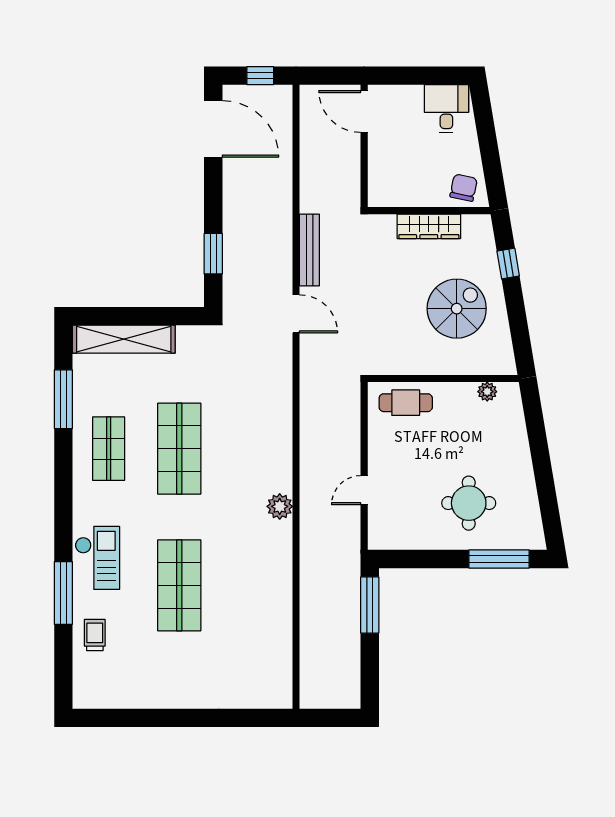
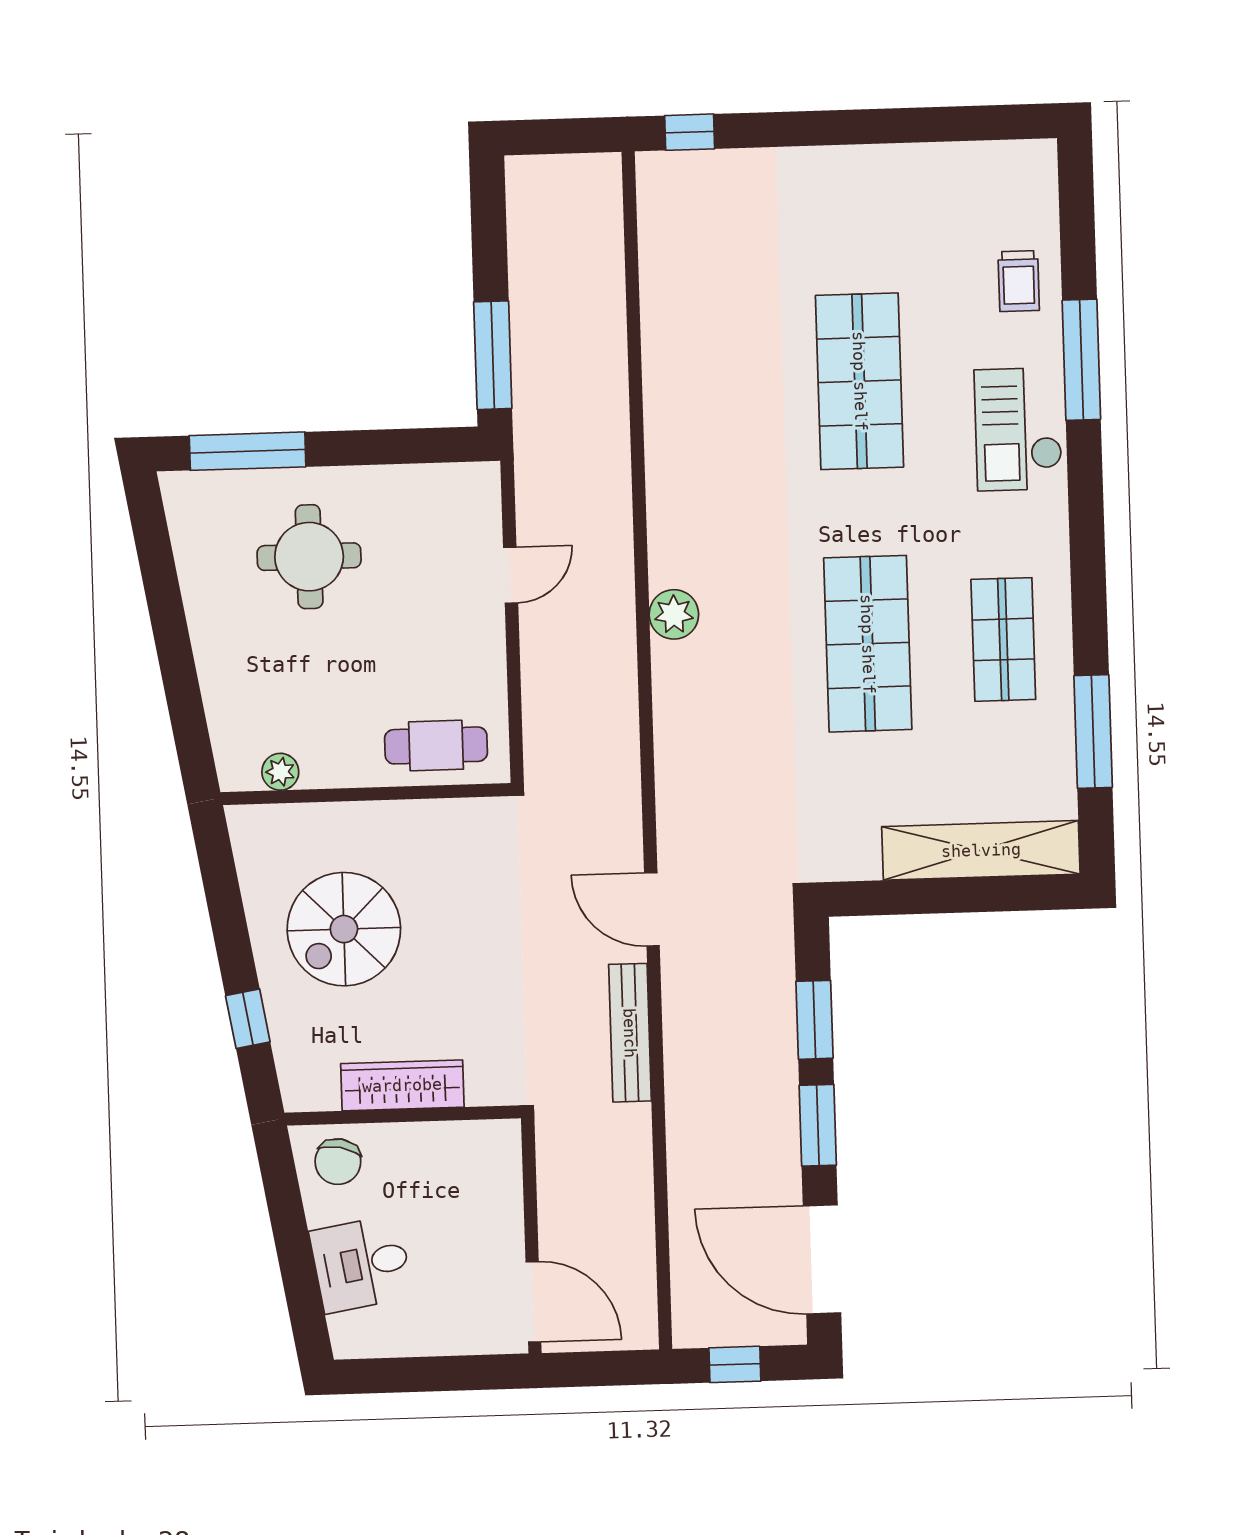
desk: (446, 109) -> (361, 1264), moved, turned 81
window: (213, 199) -> (818, 1125), added
plant: (280, 506) -> (674, 614), moved
window: (264, 718) -> (690, 132), added

